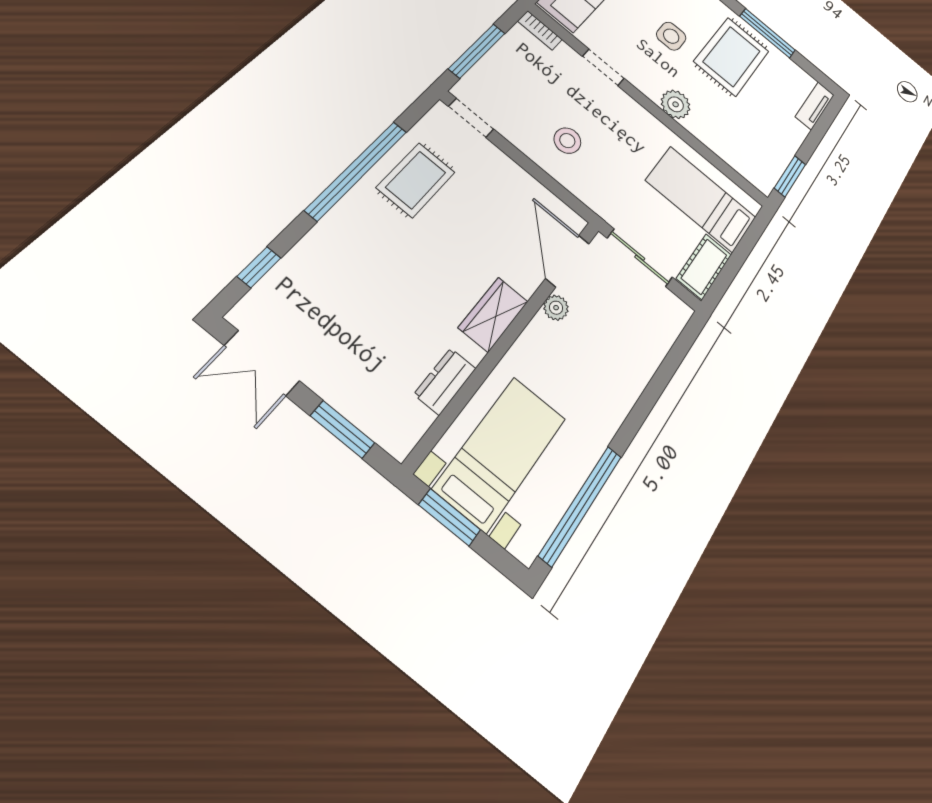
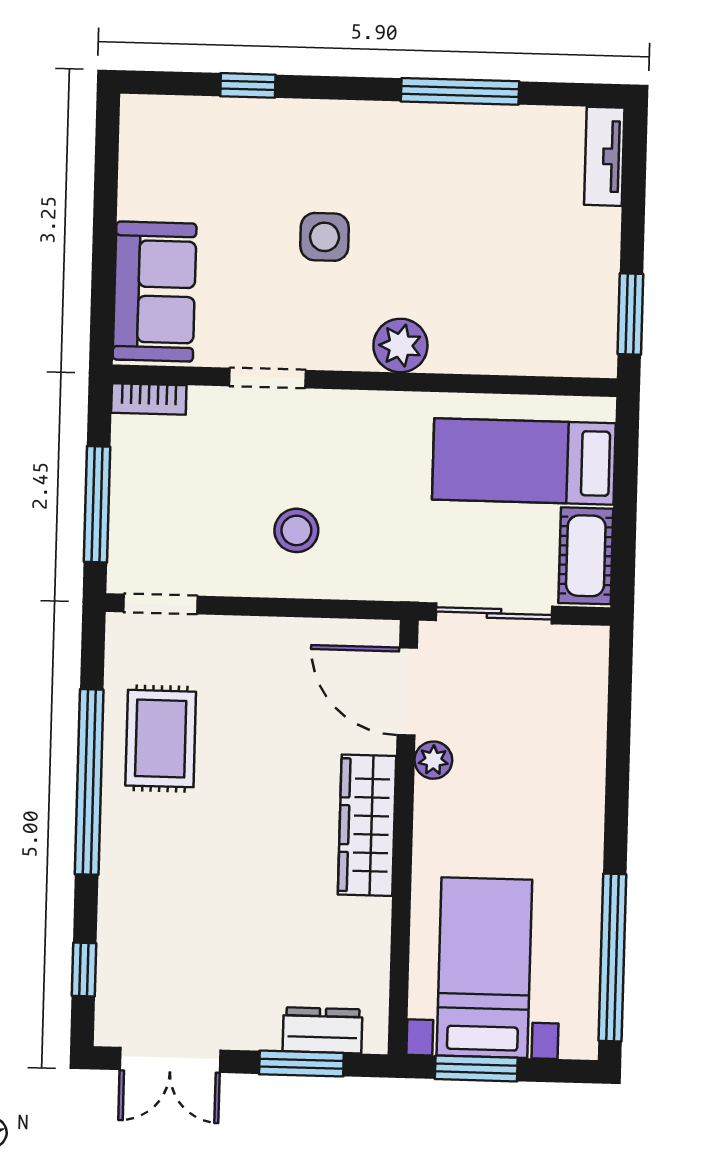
rug: (732, 56) -> (431, 187), removed
wardrobe: (493, 314) -> (367, 825), width x1.50
dresser: (445, 381) -> (322, 1030), moved, turned 90

